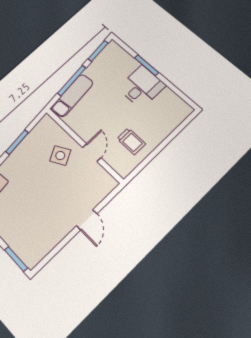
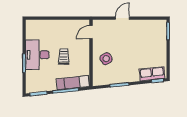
desk: (142, 87) -> (37, 55), width x1.37
trolley: (131, 141) -> (64, 57), moved
door: (92, 153) -> (91, 32), moved

